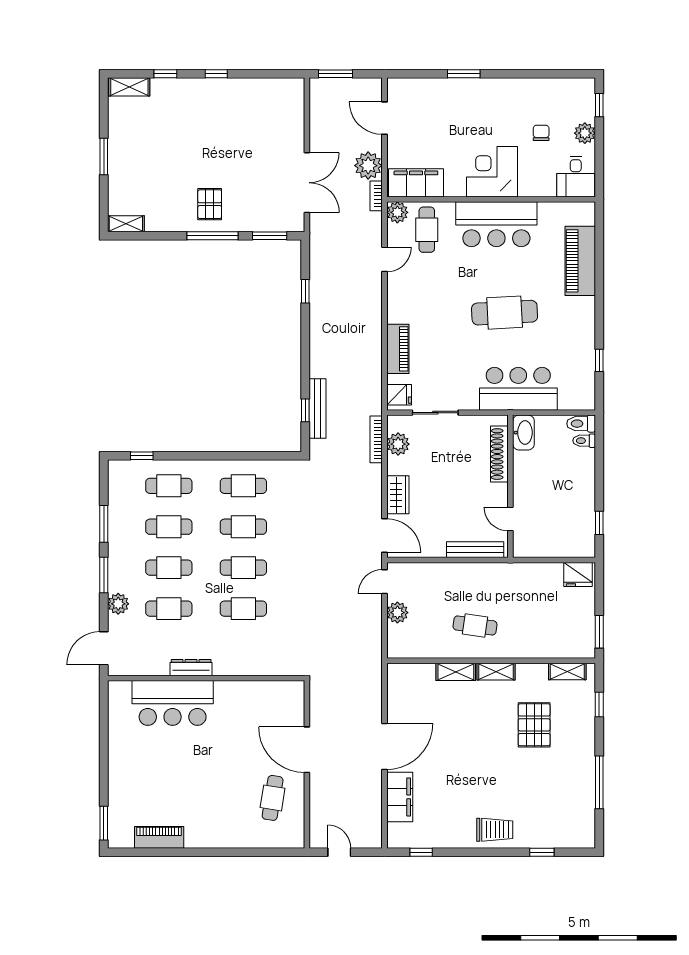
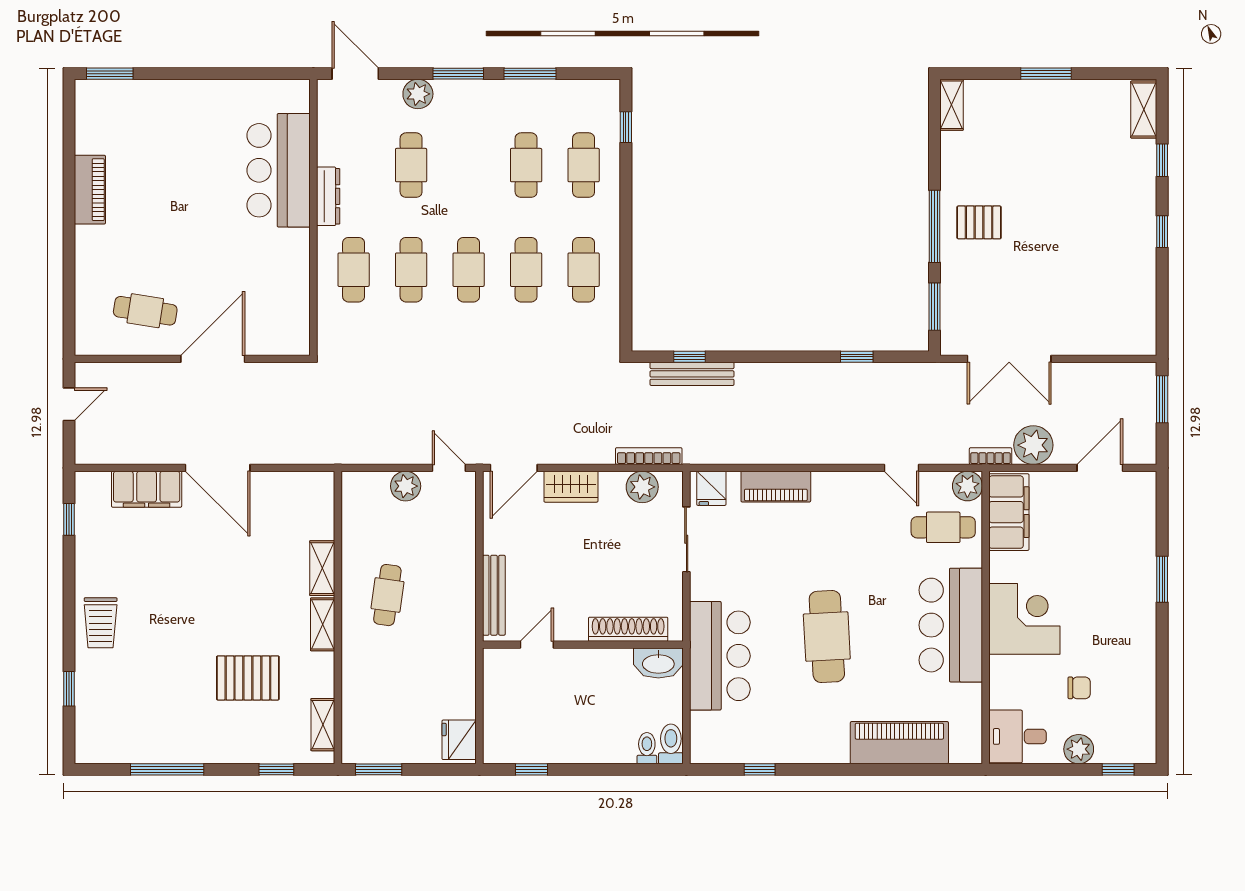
cafe table: (169, 568) -> (354, 270), moved
piano: (159, 837) -> (90, 190), moved

